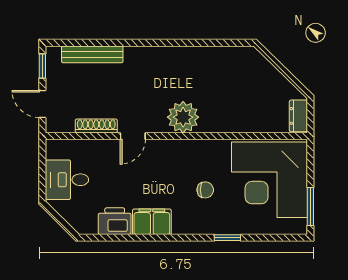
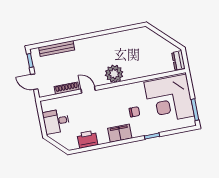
door: (133, 136) -> (88, 90), swing flipped
filing cabinet: (152, 222) -> (120, 133), moved

